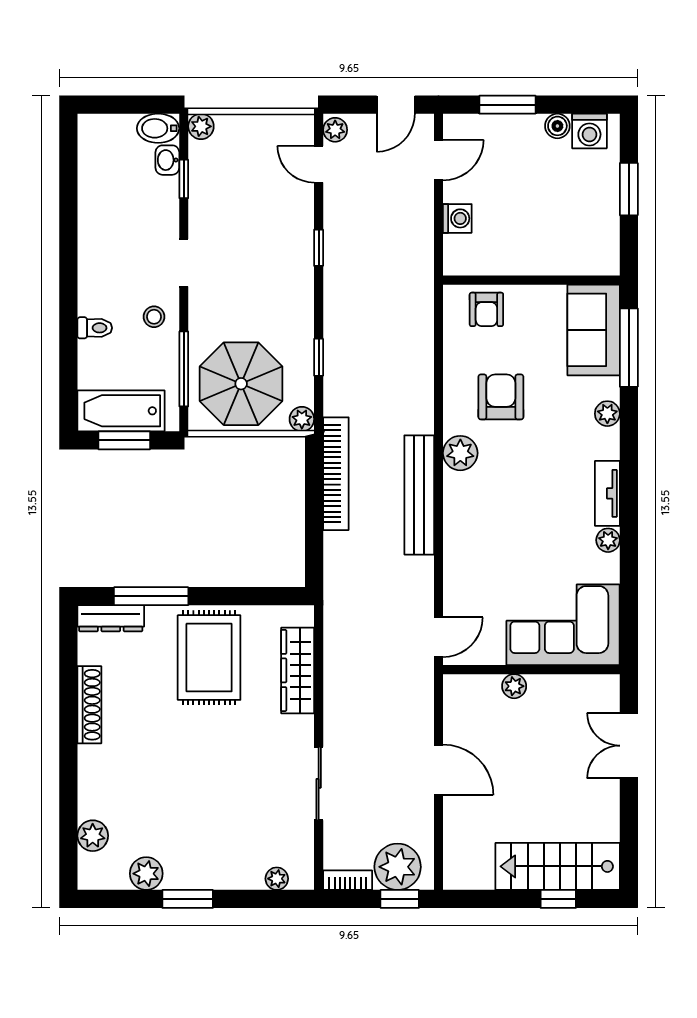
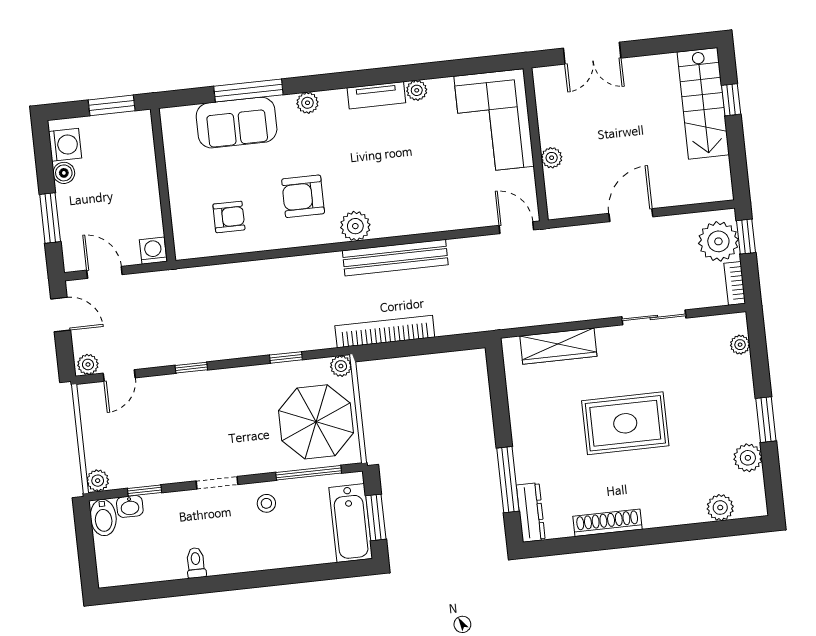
wall: (531, 280) -> (163, 185), moved
toilet: (95, 328) -> (196, 563), moved
rug: (209, 658) -> (625, 423), moved

